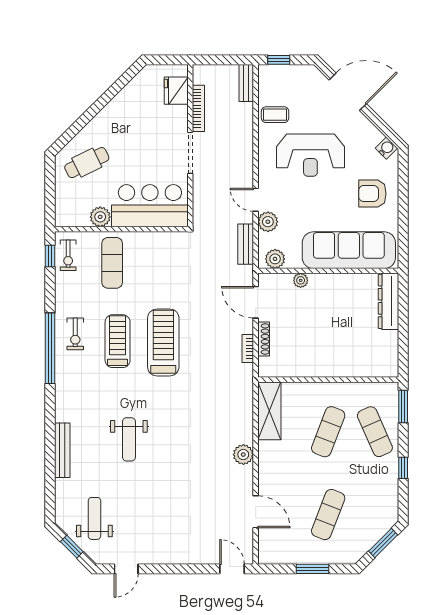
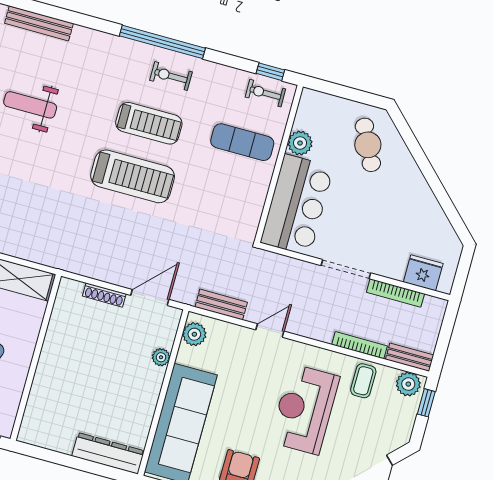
plant: (268, 222) -> (408, 384), moved
bookcase: (248, 348) -> (360, 345), moved, width x1.56

